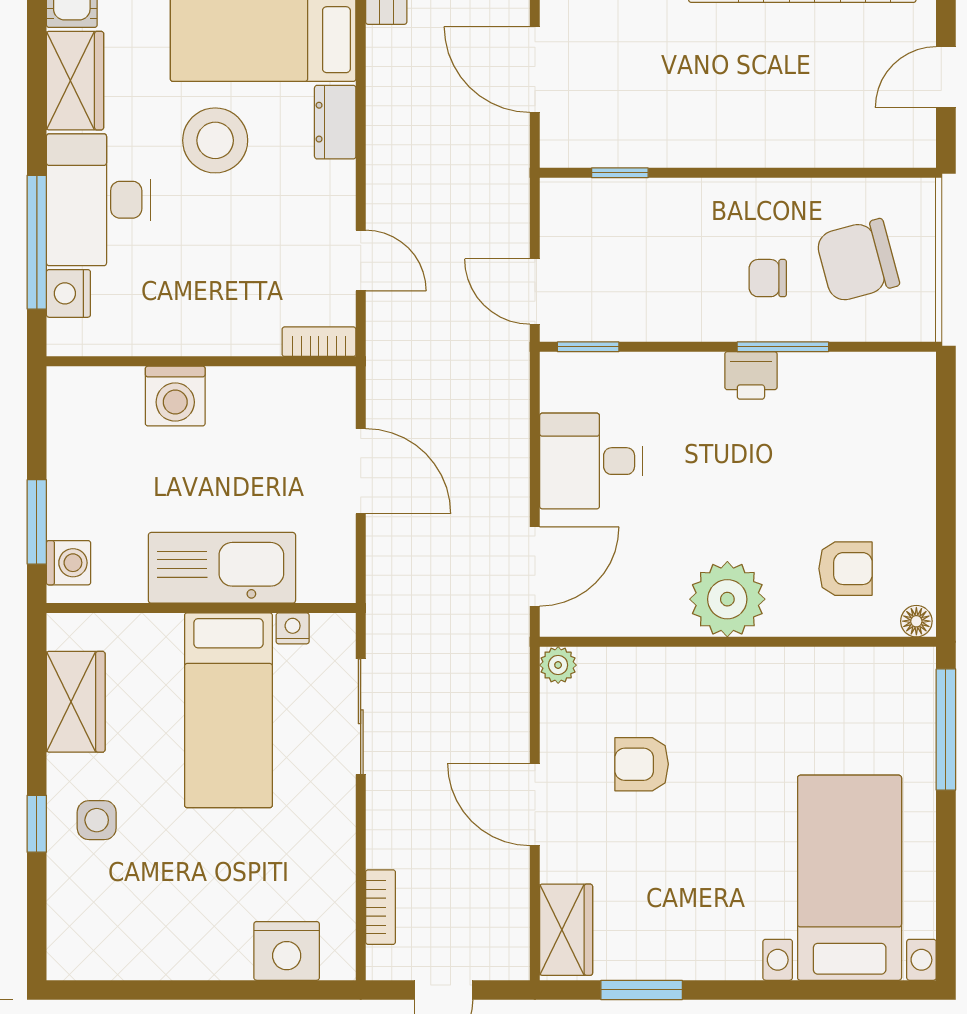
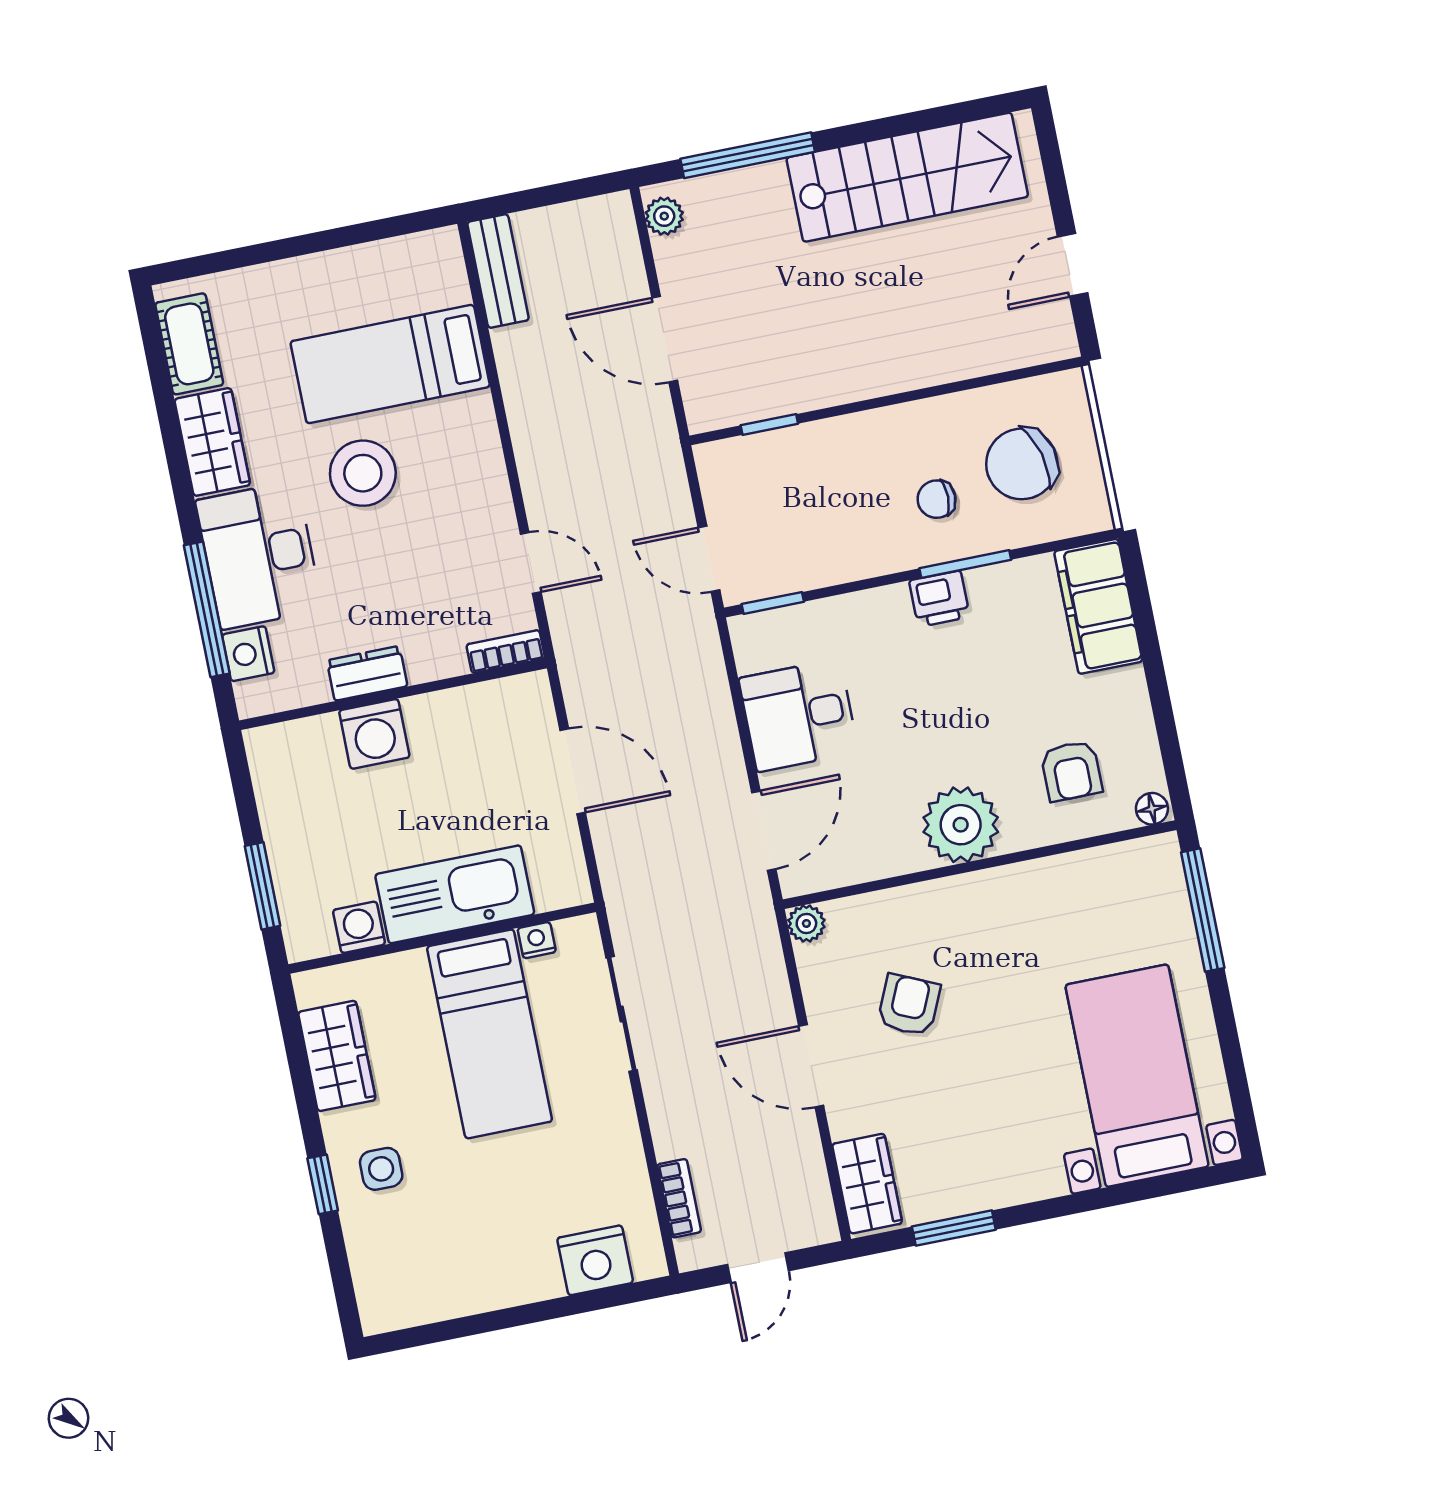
dresser: (335, 122) -> (367, 673), moved, turned 90
filing cabinet: (904, 414) -> (1098, 606), added
washing machine: (69, 563) -> (359, 927), moved, turned -90
armchair: (845, 569) -> (1071, 771), turned 90
armchair: (642, 764) -> (909, 1005), turned 114

